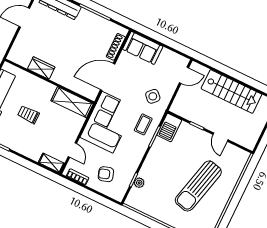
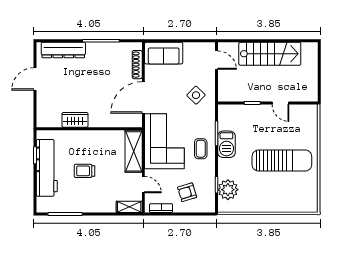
door: (184, 75) -> (216, 60), hinge flipped
shelving: (72, 102) -> (134, 151), moved, turned 90
coffee table: (143, 124) -> (201, 149), moved
barbecue: (169, 128) -> (226, 144), moved
plant: (139, 183) -> (228, 190), width x1.88, depth x1.88
sun lounger: (198, 186) -> (282, 161), turned -104

